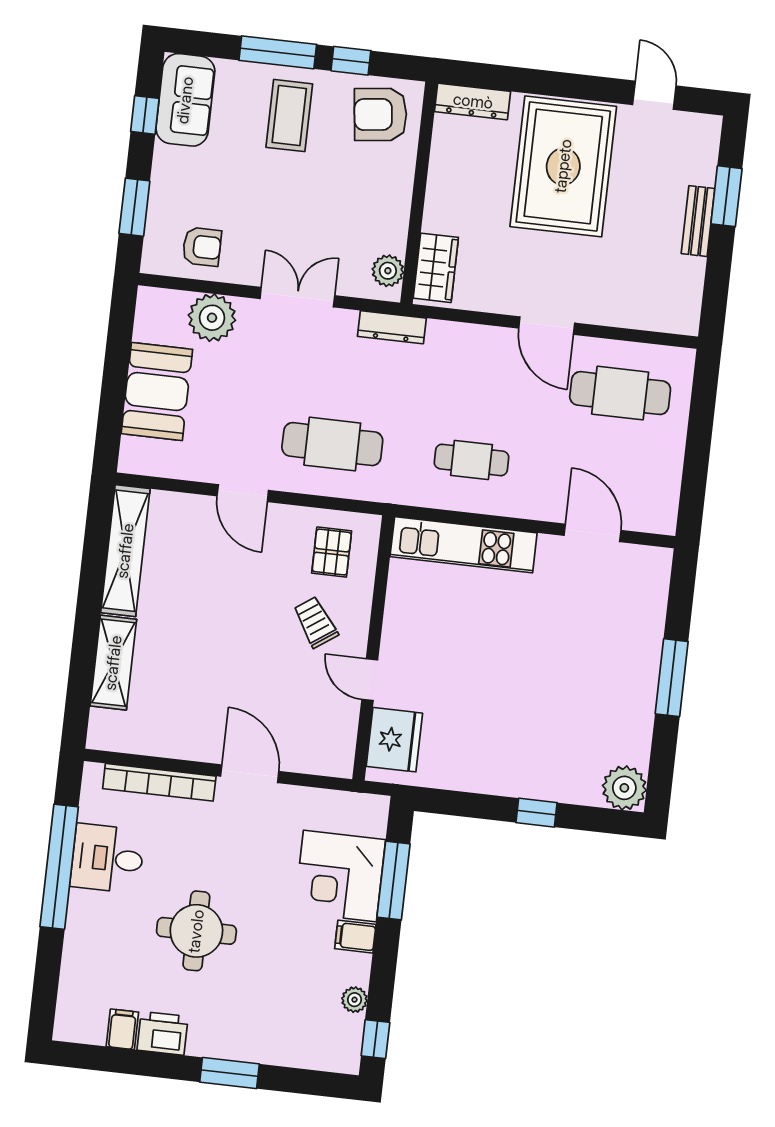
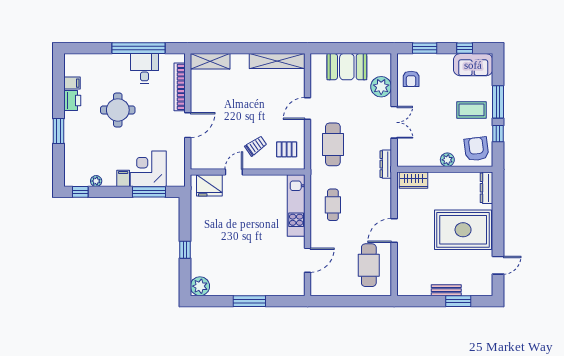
plant: (388, 271) -> (447, 160), moved
shelving: (113, 663) -> (210, 61), moved

